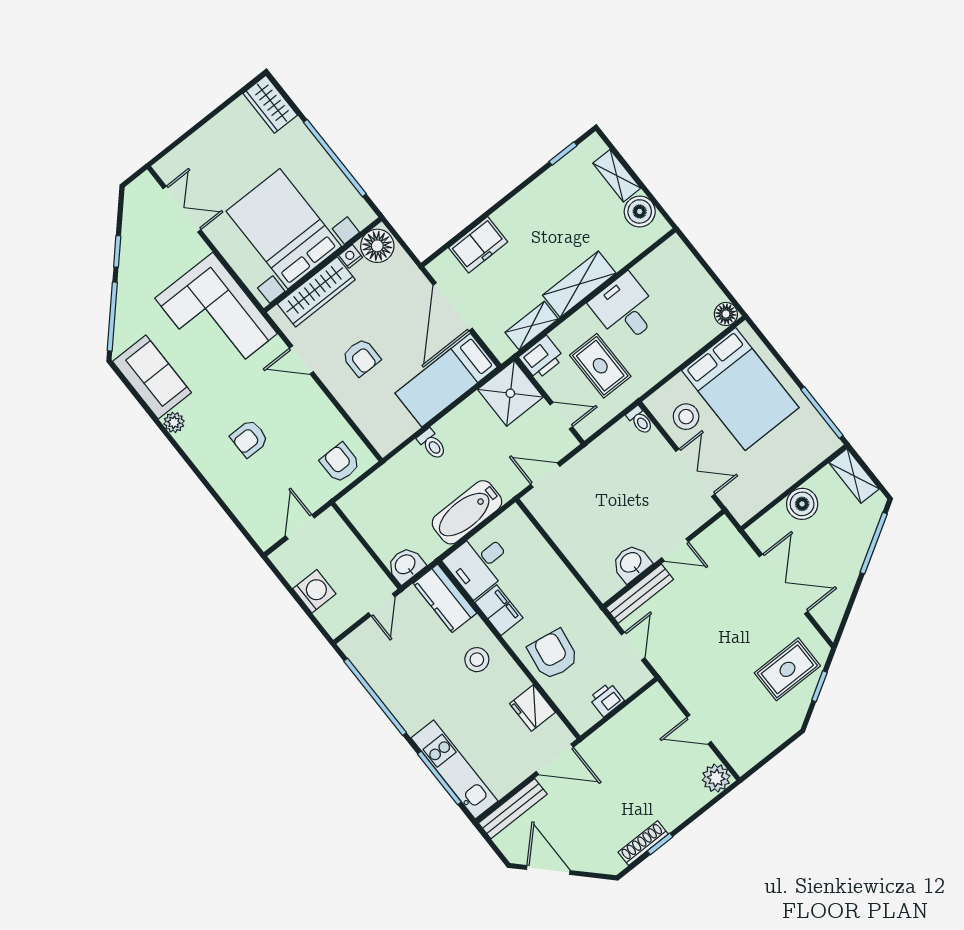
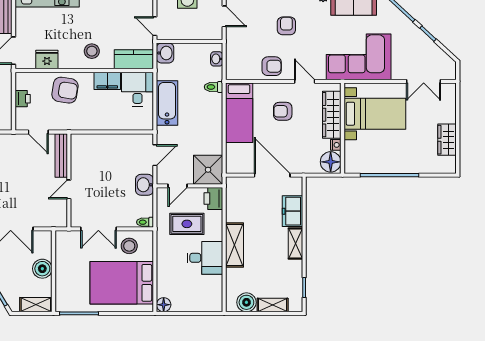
wardrobe: (270, 104) -> (447, 140), moved, turned -90
bed with nightstands: (284, 229) -> (375, 114), width x0.73
shelving: (532, 326) -> (295, 243), moved
door: (301, 360) -> (305, 81), hinge flipped
bed: (446, 380) -> (239, 113), moved, turned 180
toilet: (432, 444) -> (213, 87), moved
armchair: (340, 463) -> (272, 66), moved
washbasin: (361, 494) -> (217, 59), added
washbasin: (631, 563) -> (144, 185), moved, turned 180

